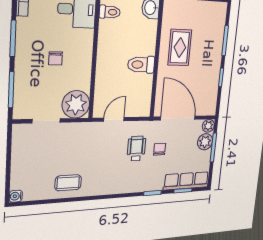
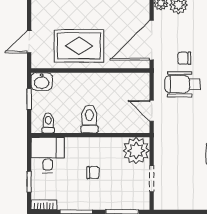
rug: (180, 47) -> (79, 46), width x1.36, depth x1.43
toilet: (141, 65) -> (89, 119), moved, turned 180
wheelchair: (136, 148) -> (182, 84), width x1.36, depth x1.37

